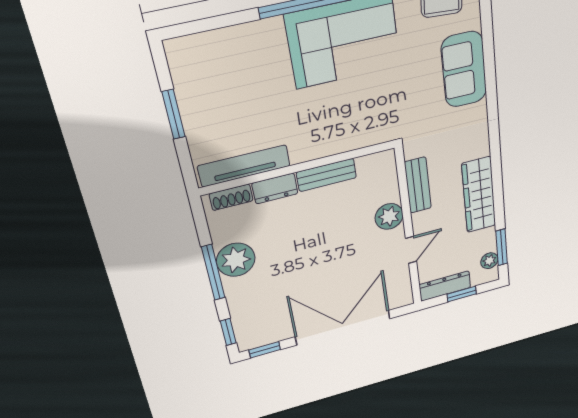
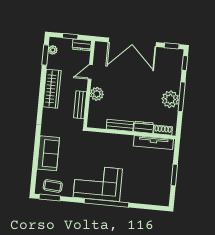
dresser: (445, 286) -> (82, 45), width x0.70

